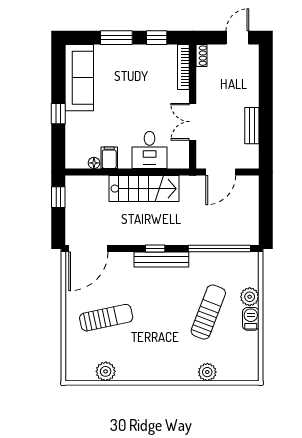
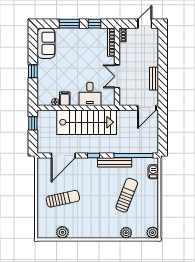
sofa: (79, 78) -> (46, 43), width x0.73
door: (221, 172) -> (147, 108), moved
stairs: (144, 189) -> (87, 122), width x1.36, depth x1.51
door: (88, 249) -> (63, 156), moved
bench: (161, 260) -> (115, 162), moved
plant: (250, 297) -> (153, 233), moved
barbecue: (251, 319) -> (153, 172), moved

